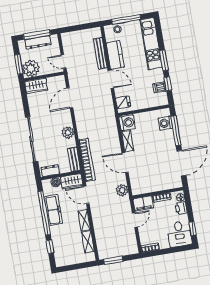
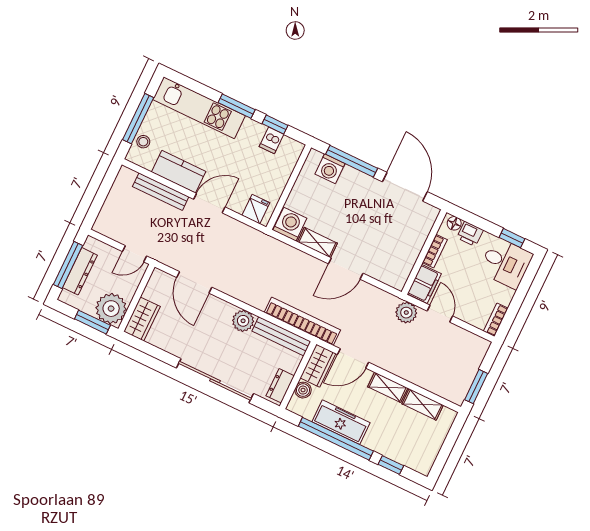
bench: (74, 159) -> (281, 336), width x1.36
plant: (122, 190) -> (406, 313), moved

